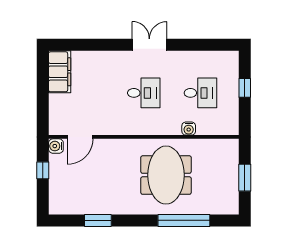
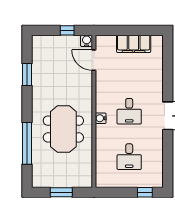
filing cabinet: (60, 72) -> (134, 44), moved
window: (245, 88) -> (145, 192), moved
water cooler: (189, 129) -> (101, 118), moved
meeting table: (166, 175) -> (63, 129), turned 90

